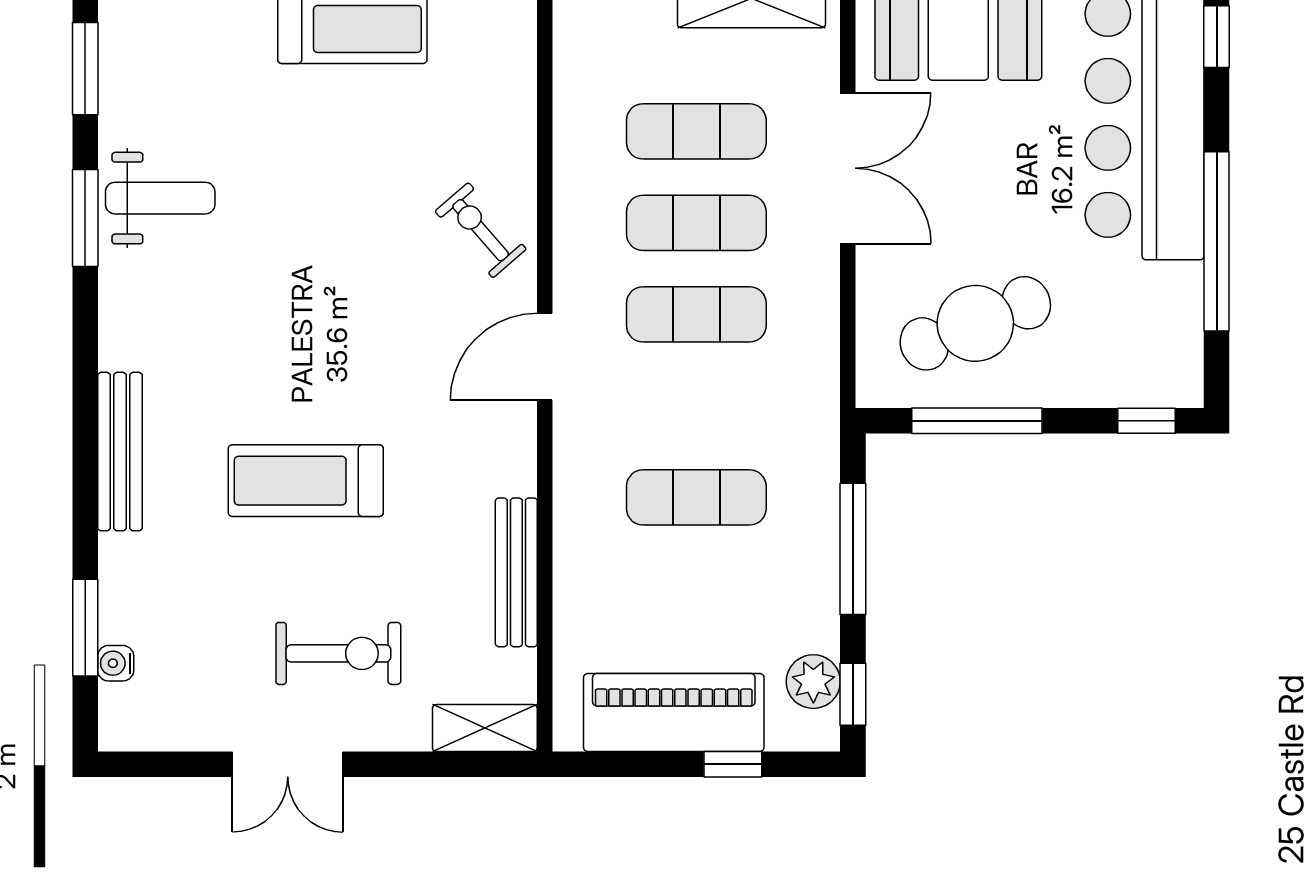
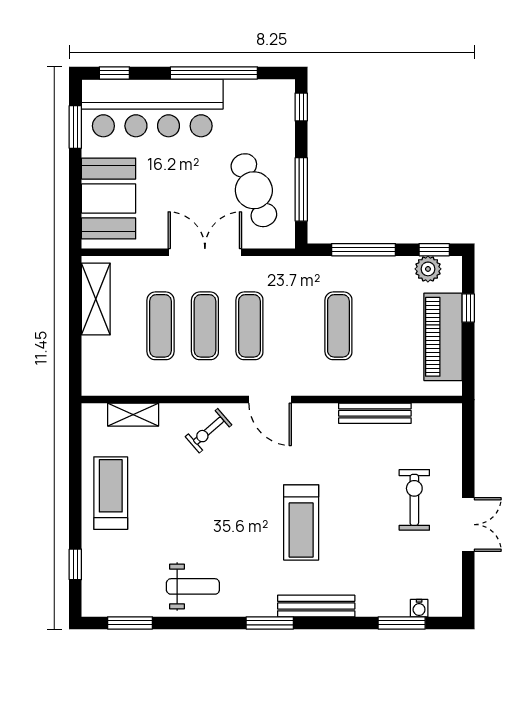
double door: (848, 168) -> (205, 252), moved
weight bench: (160, 198) -> (193, 586), turned 90
window: (85, 218) -> (270, 623), moved
treadmill: (306, 481) -> (301, 522), moved
shelving: (485, 728) -> (133, 415), moved, turned 90

